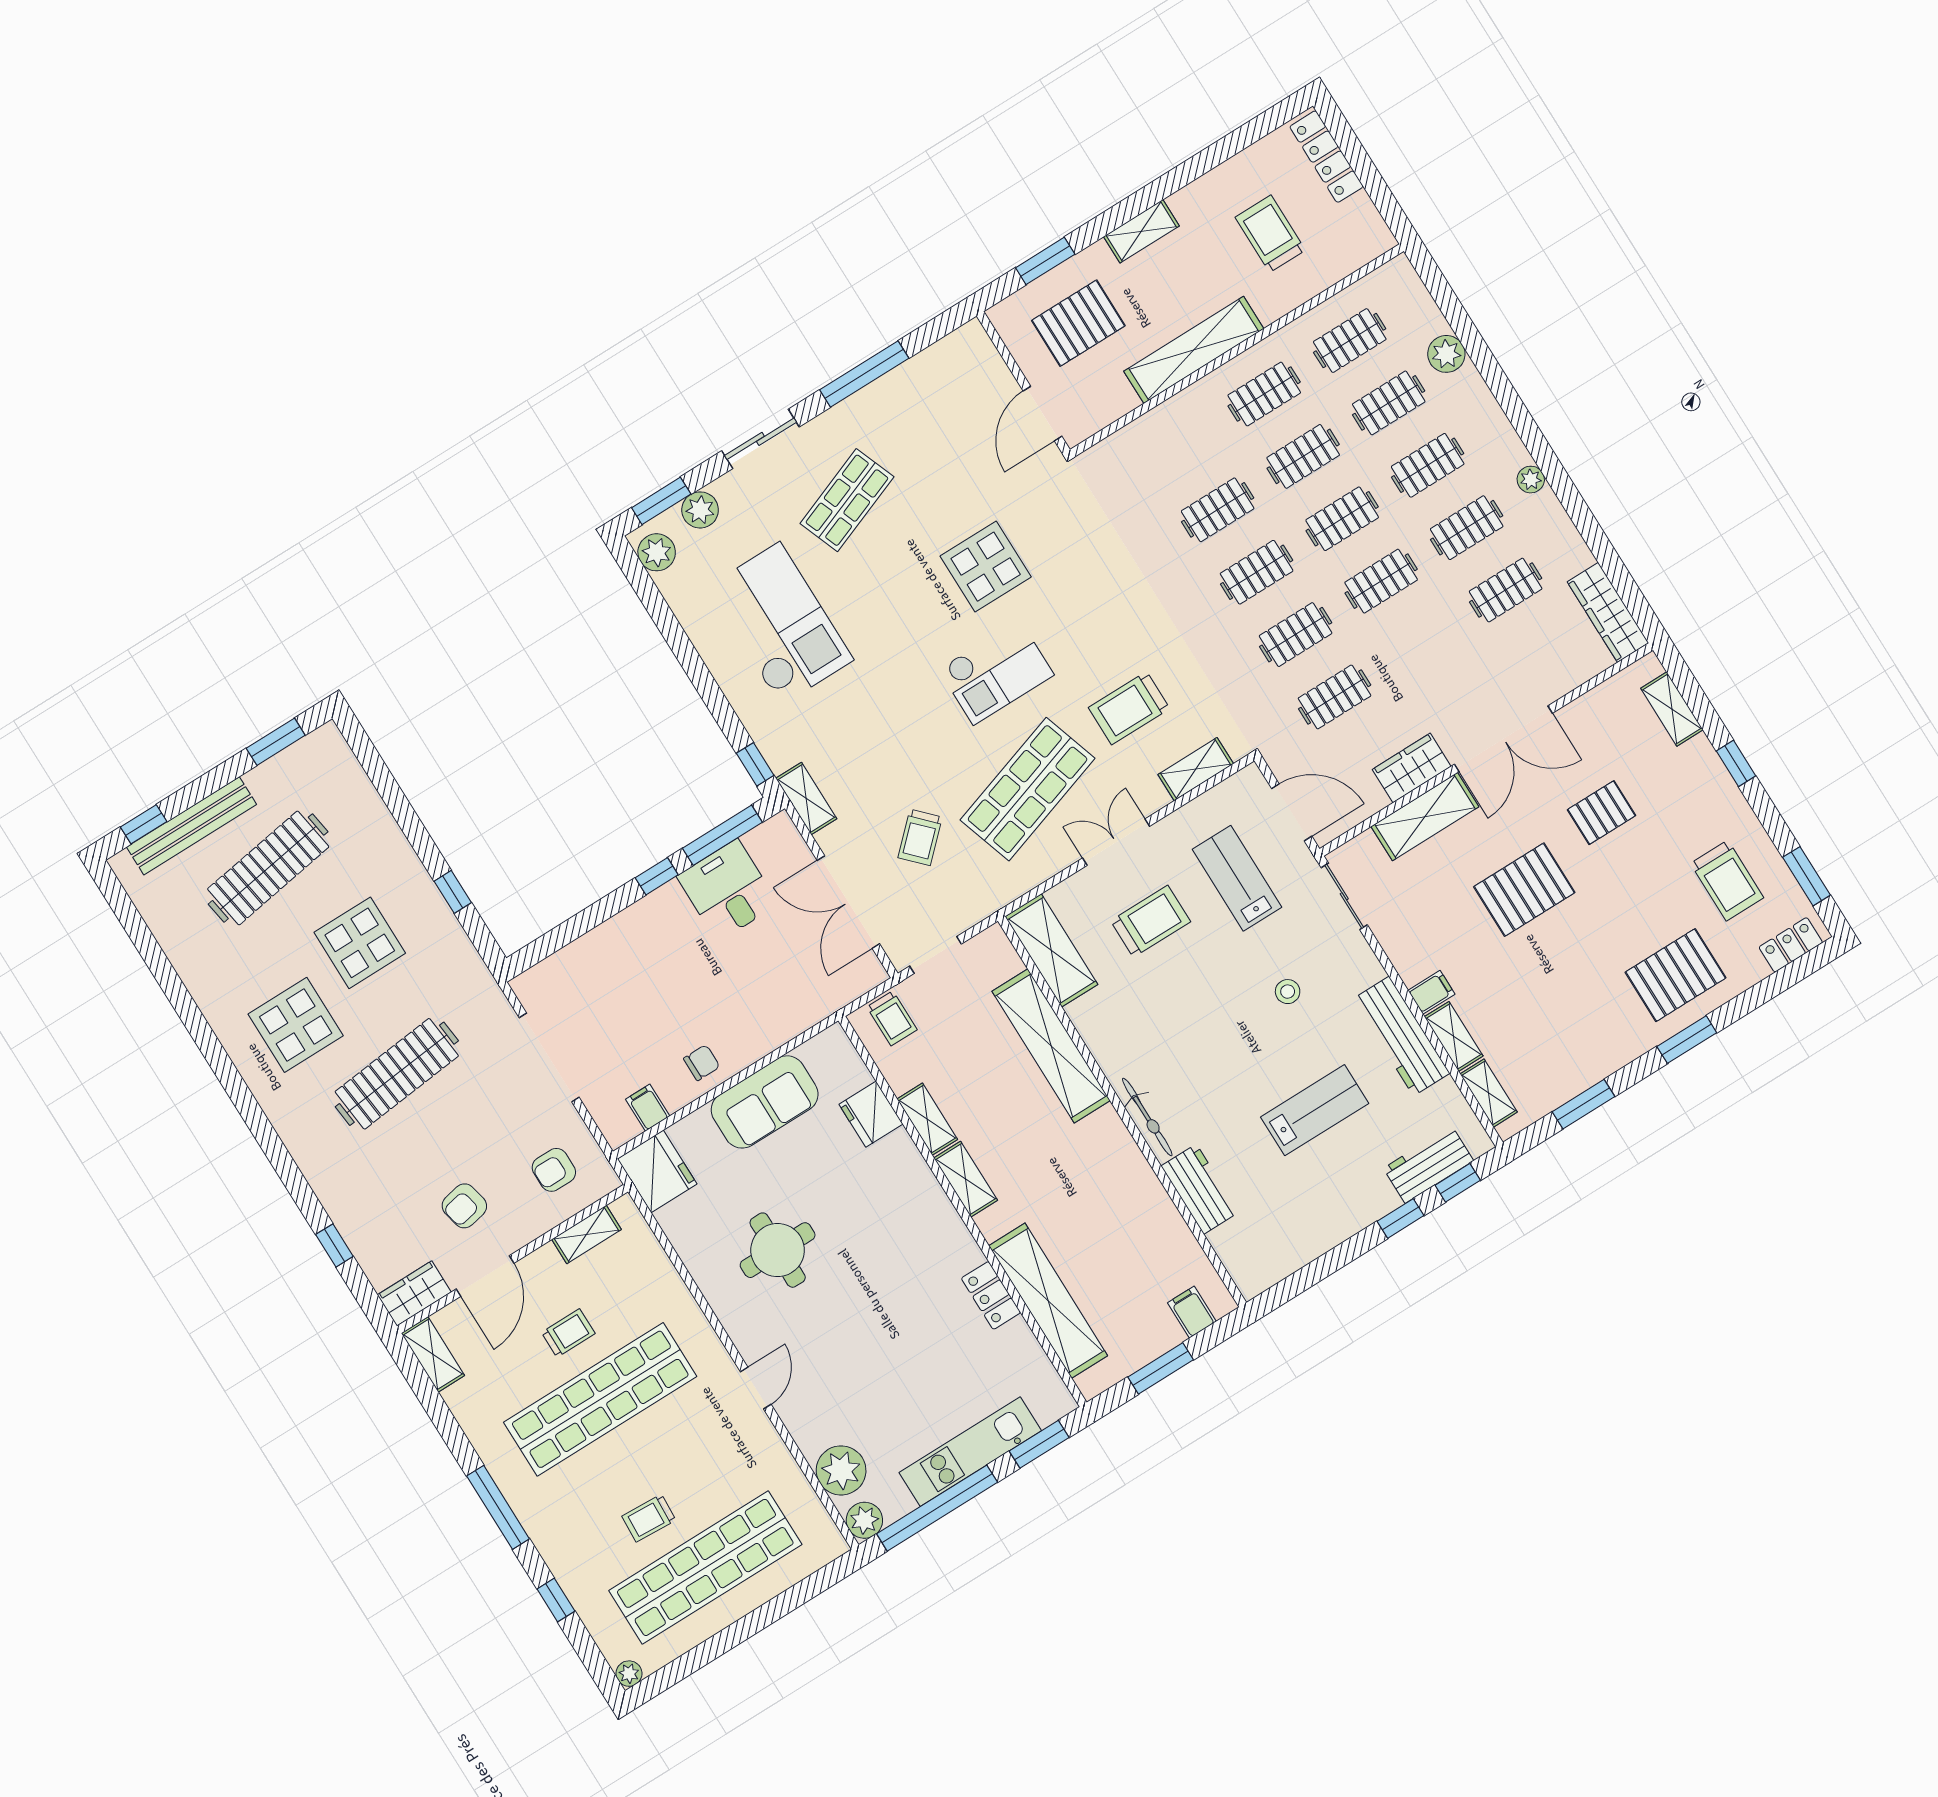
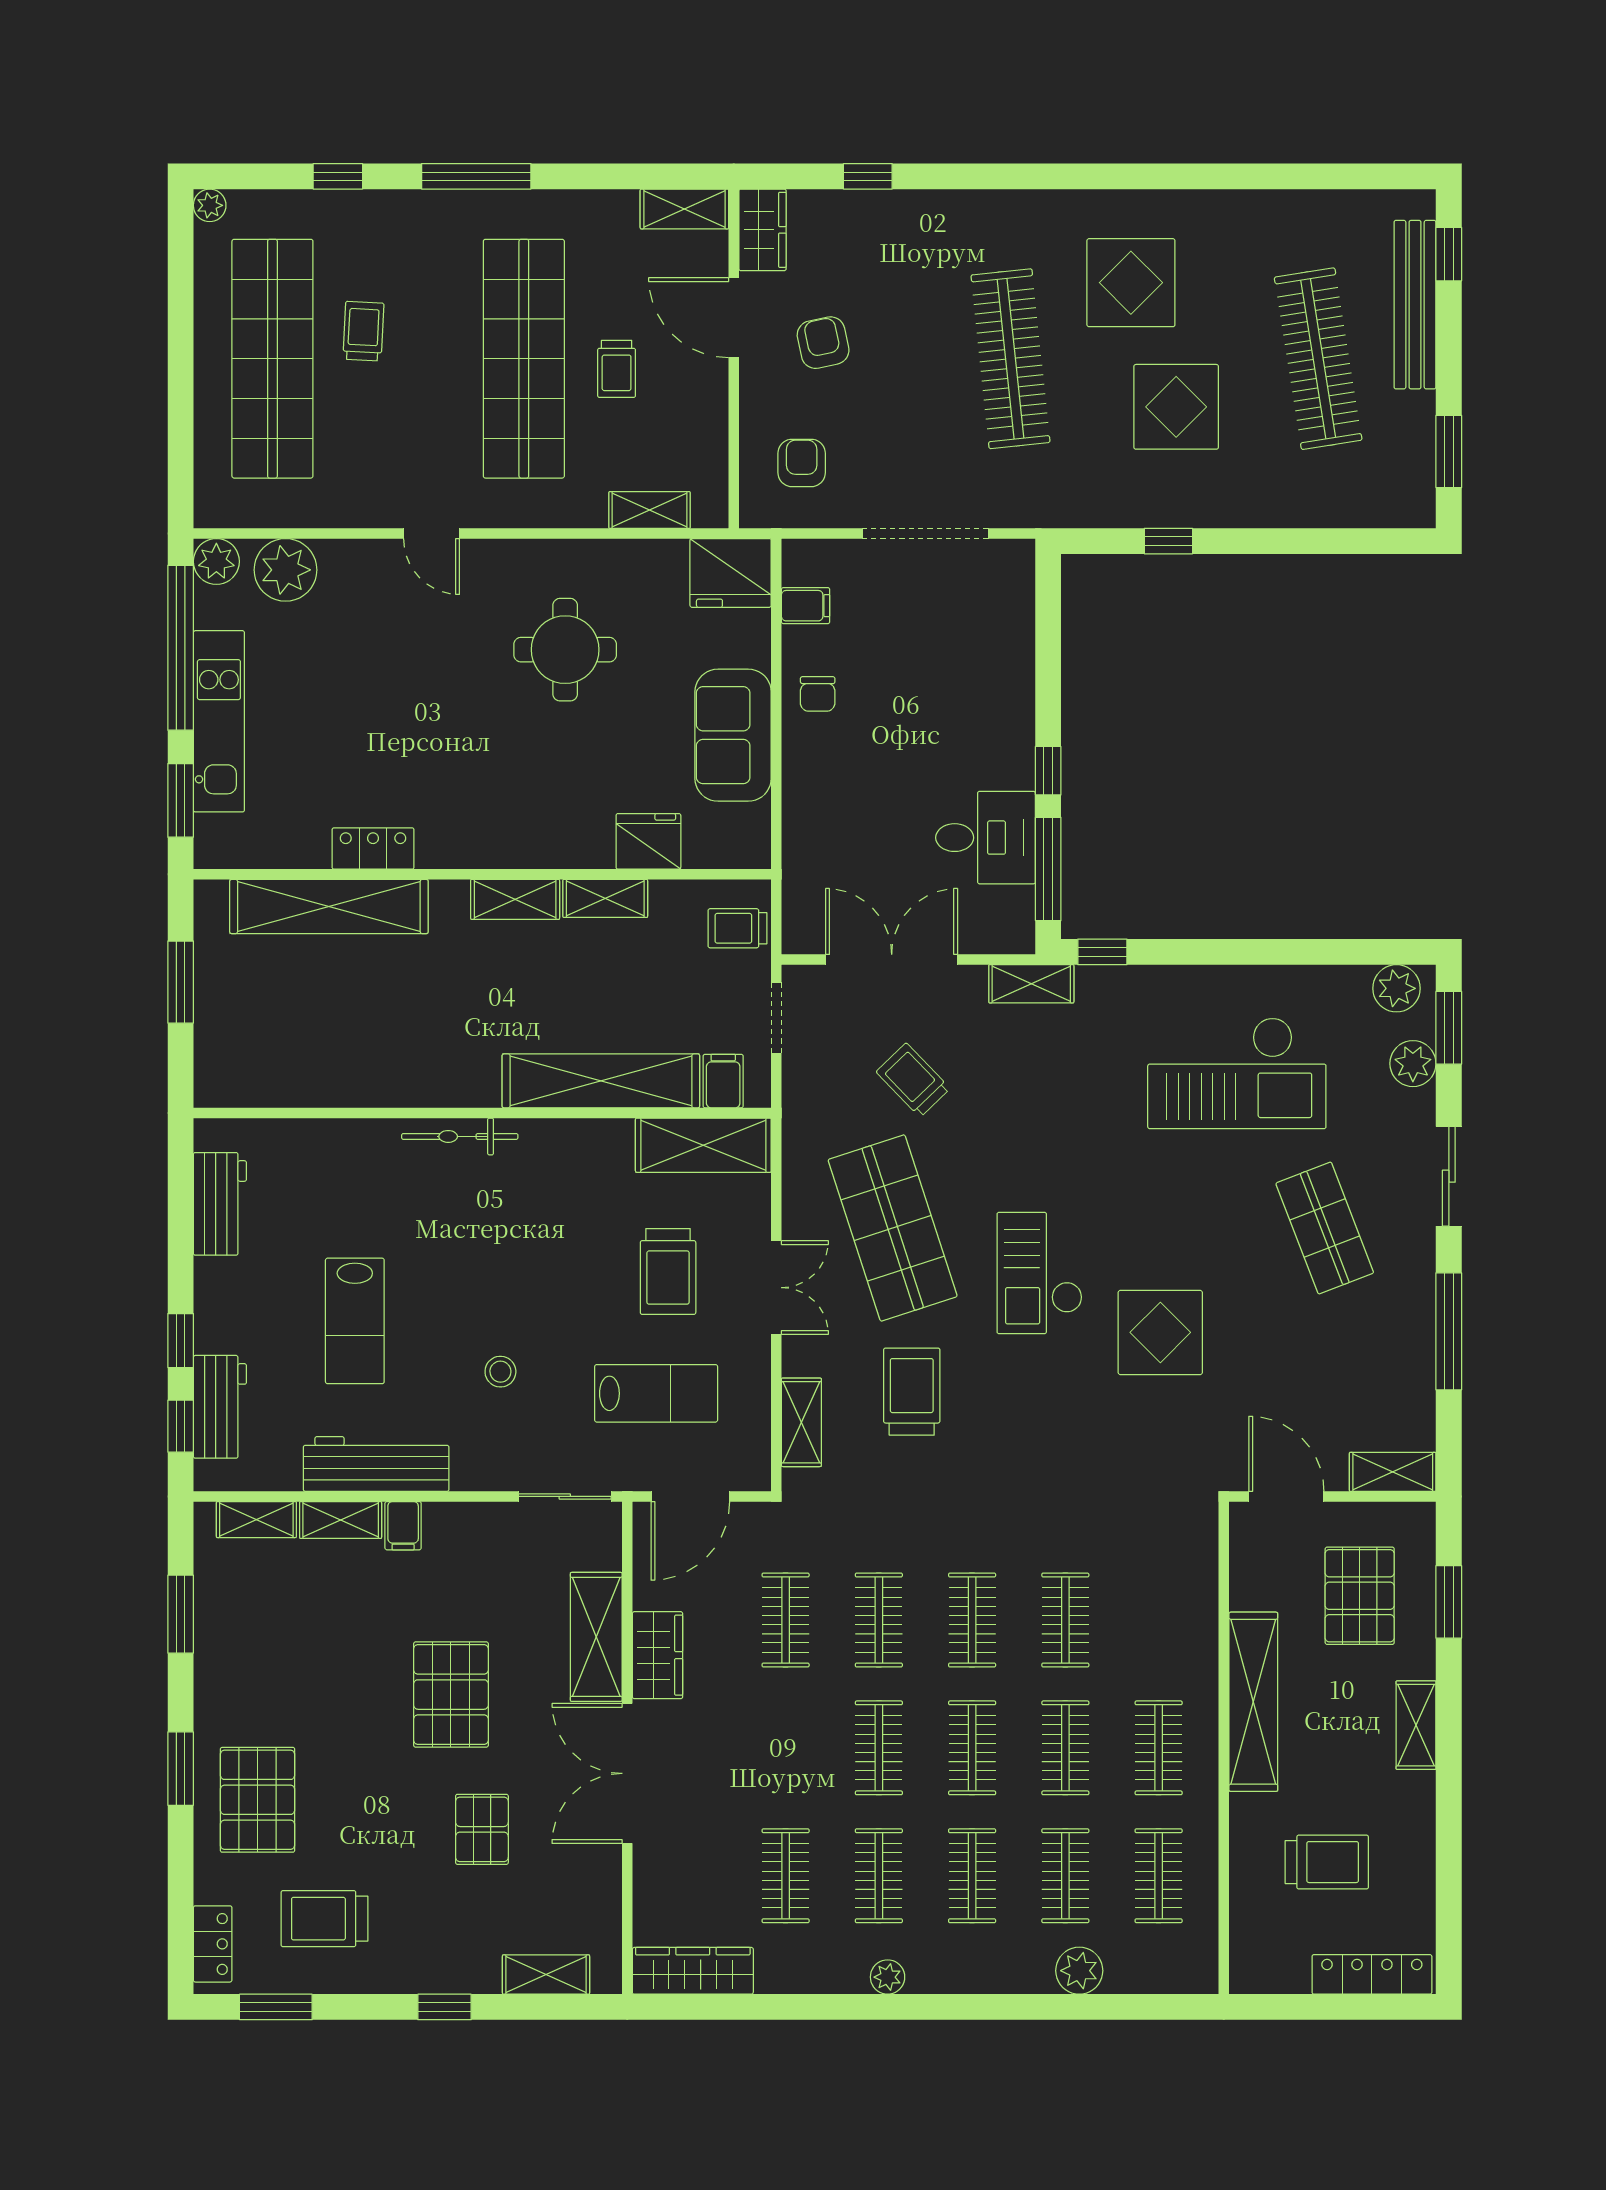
shelving: (982, 353) -> (1393, 1472), added
workbench: (1200, 1189) -> (220, 1204), moved, turned -90
shelving: (586, 1234) -> (649, 510), moved, turned 90
filing cabinet: (1192, 1312) -> (723, 1081), moved, turned -90

